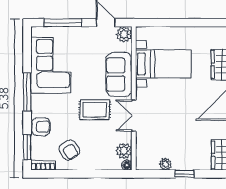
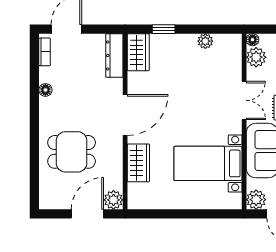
window: (184, 174) -> (164, 29), moved

